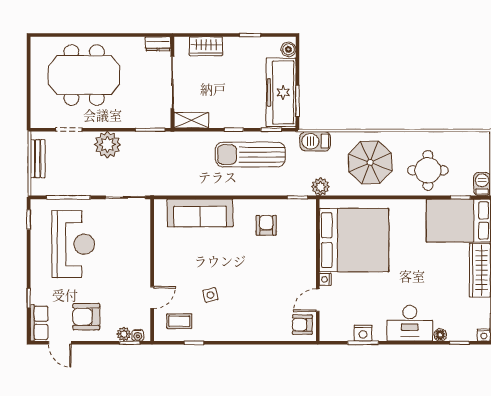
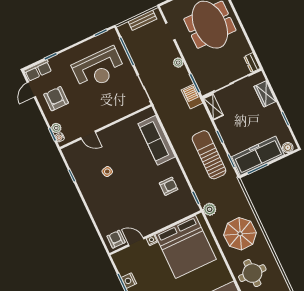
barbecue: (315, 141) -> (192, 97), moved
plant: (107, 145) -> (178, 63), width x0.53, depth x0.53
coffee table: (179, 321) -> (81, 160), removed

